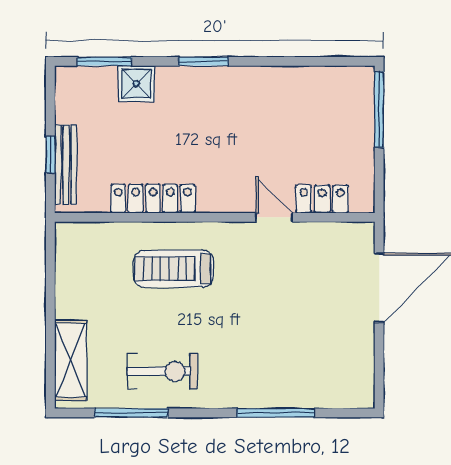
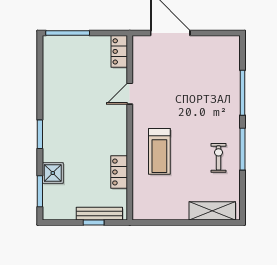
locker: (153, 199) -> (119, 172), width x0.66
locker: (322, 199) -> (119, 51), moved
exercise bike: (162, 371) -> (219, 158), width x0.73, depth x0.72
window: (131, 413) -> (242, 149), moved

